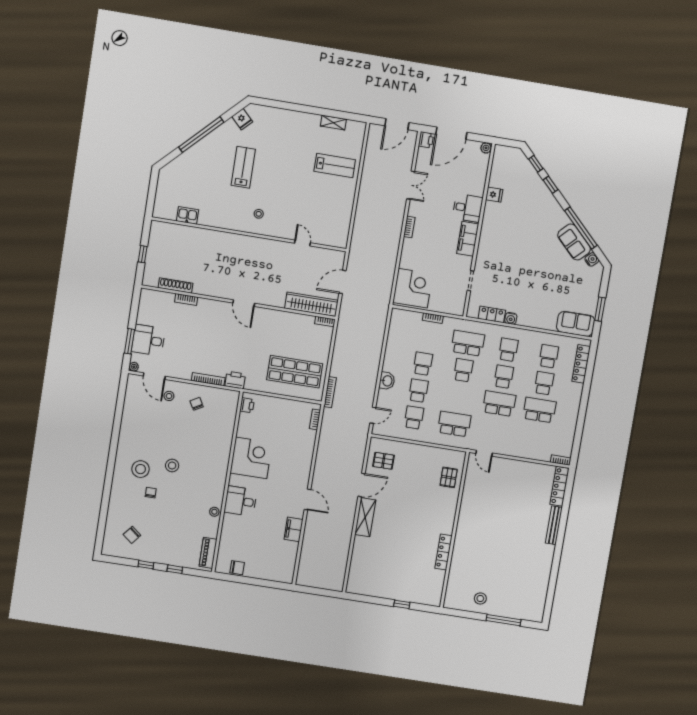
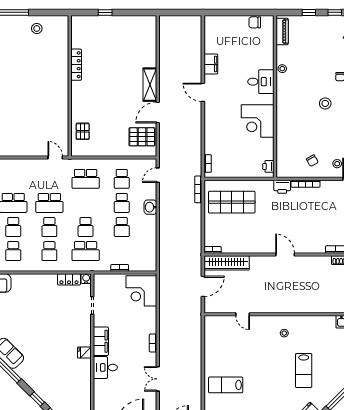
fridge: (494, 195) -> (84, 353), moved
water cooler: (511, 318) -> (86, 279), moved
pallet: (383, 461) -> (142, 137), width x1.50, depth x1.42

